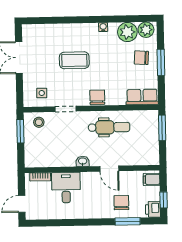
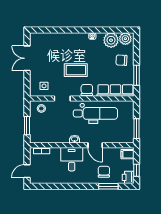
coffee table: (74, 60) -> (76, 70), moved
window: (161, 62) -> (136, 75), moved
row of seats: (142, 97) -> (115, 90), width x1.48
dental chair: (109, 127) -> (95, 113), width x1.36, depth x1.38
window: (162, 128) -> (136, 129), moved
window: (20, 131) -> (27, 126), moved
desk: (66, 188) -> (72, 159), moved

